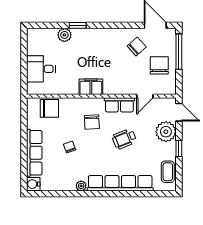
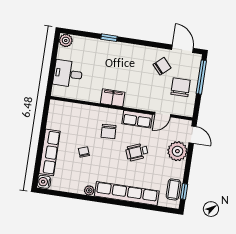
plant: (64, 35) -> (66, 40), moved
chair: (49, 108) -> (70, 112), removed
window: (179, 149) -> (184, 191), moved

